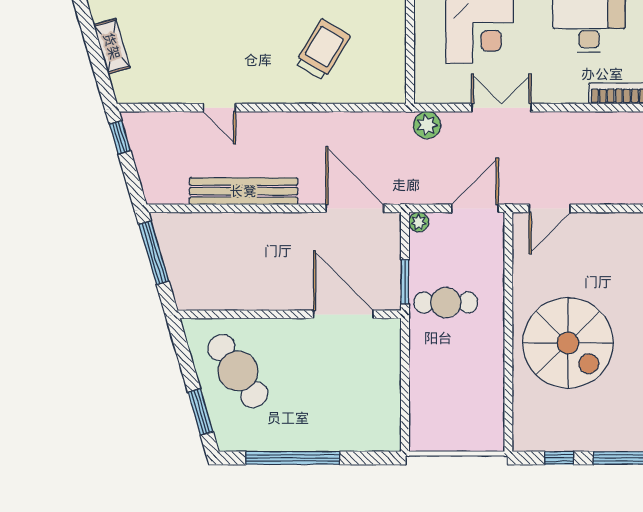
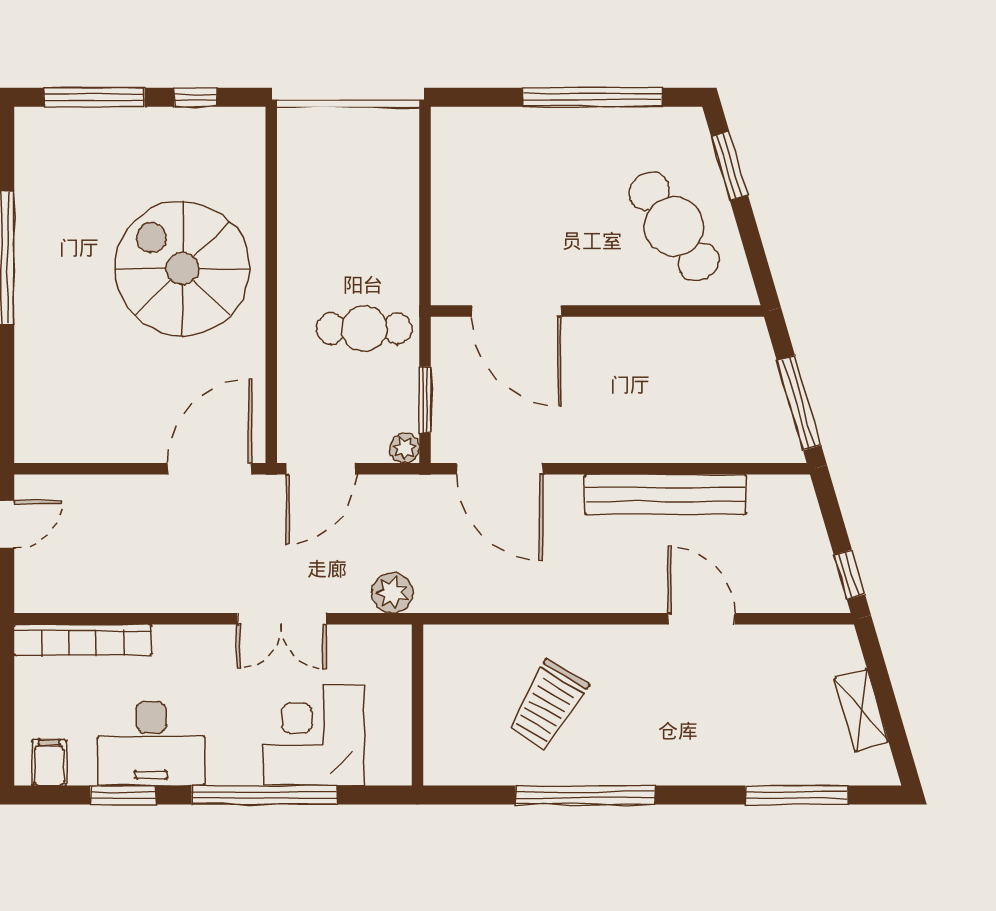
door: (219, 108) -> (701, 619), width x1.38
door: (550, 208) -> (210, 469), width x1.36
window: (405, 282) -> (425, 400), moved

